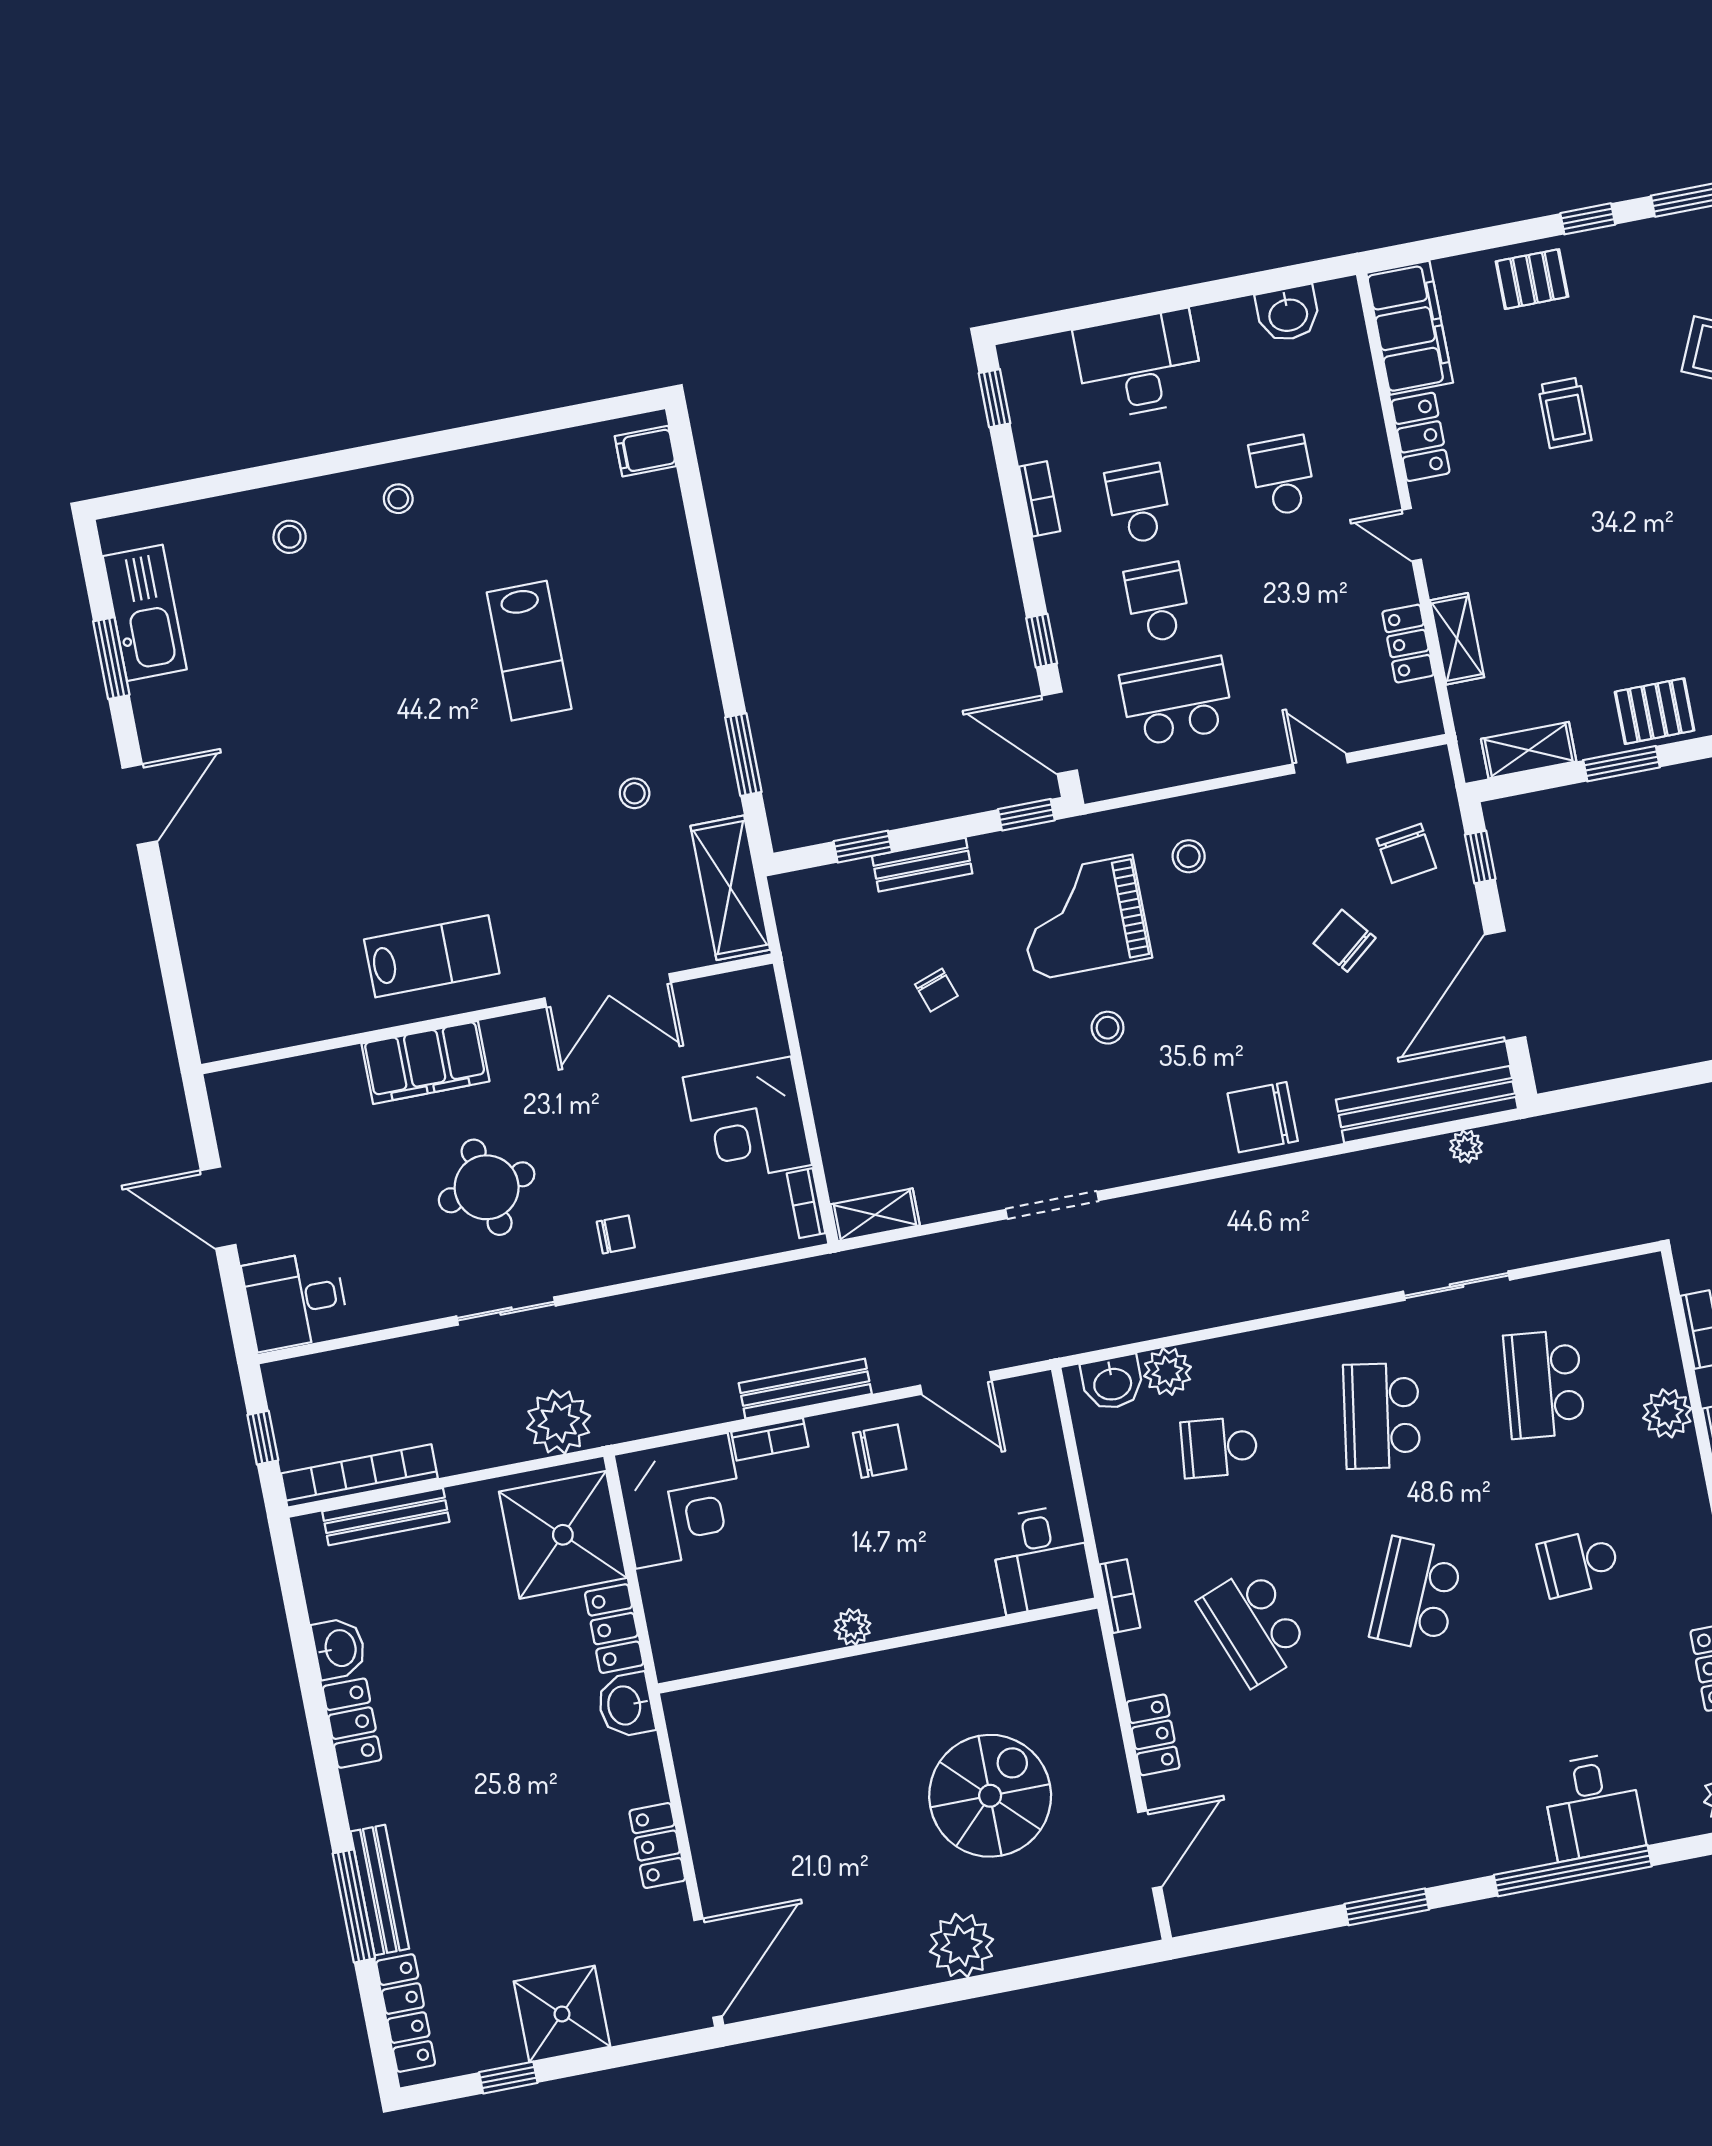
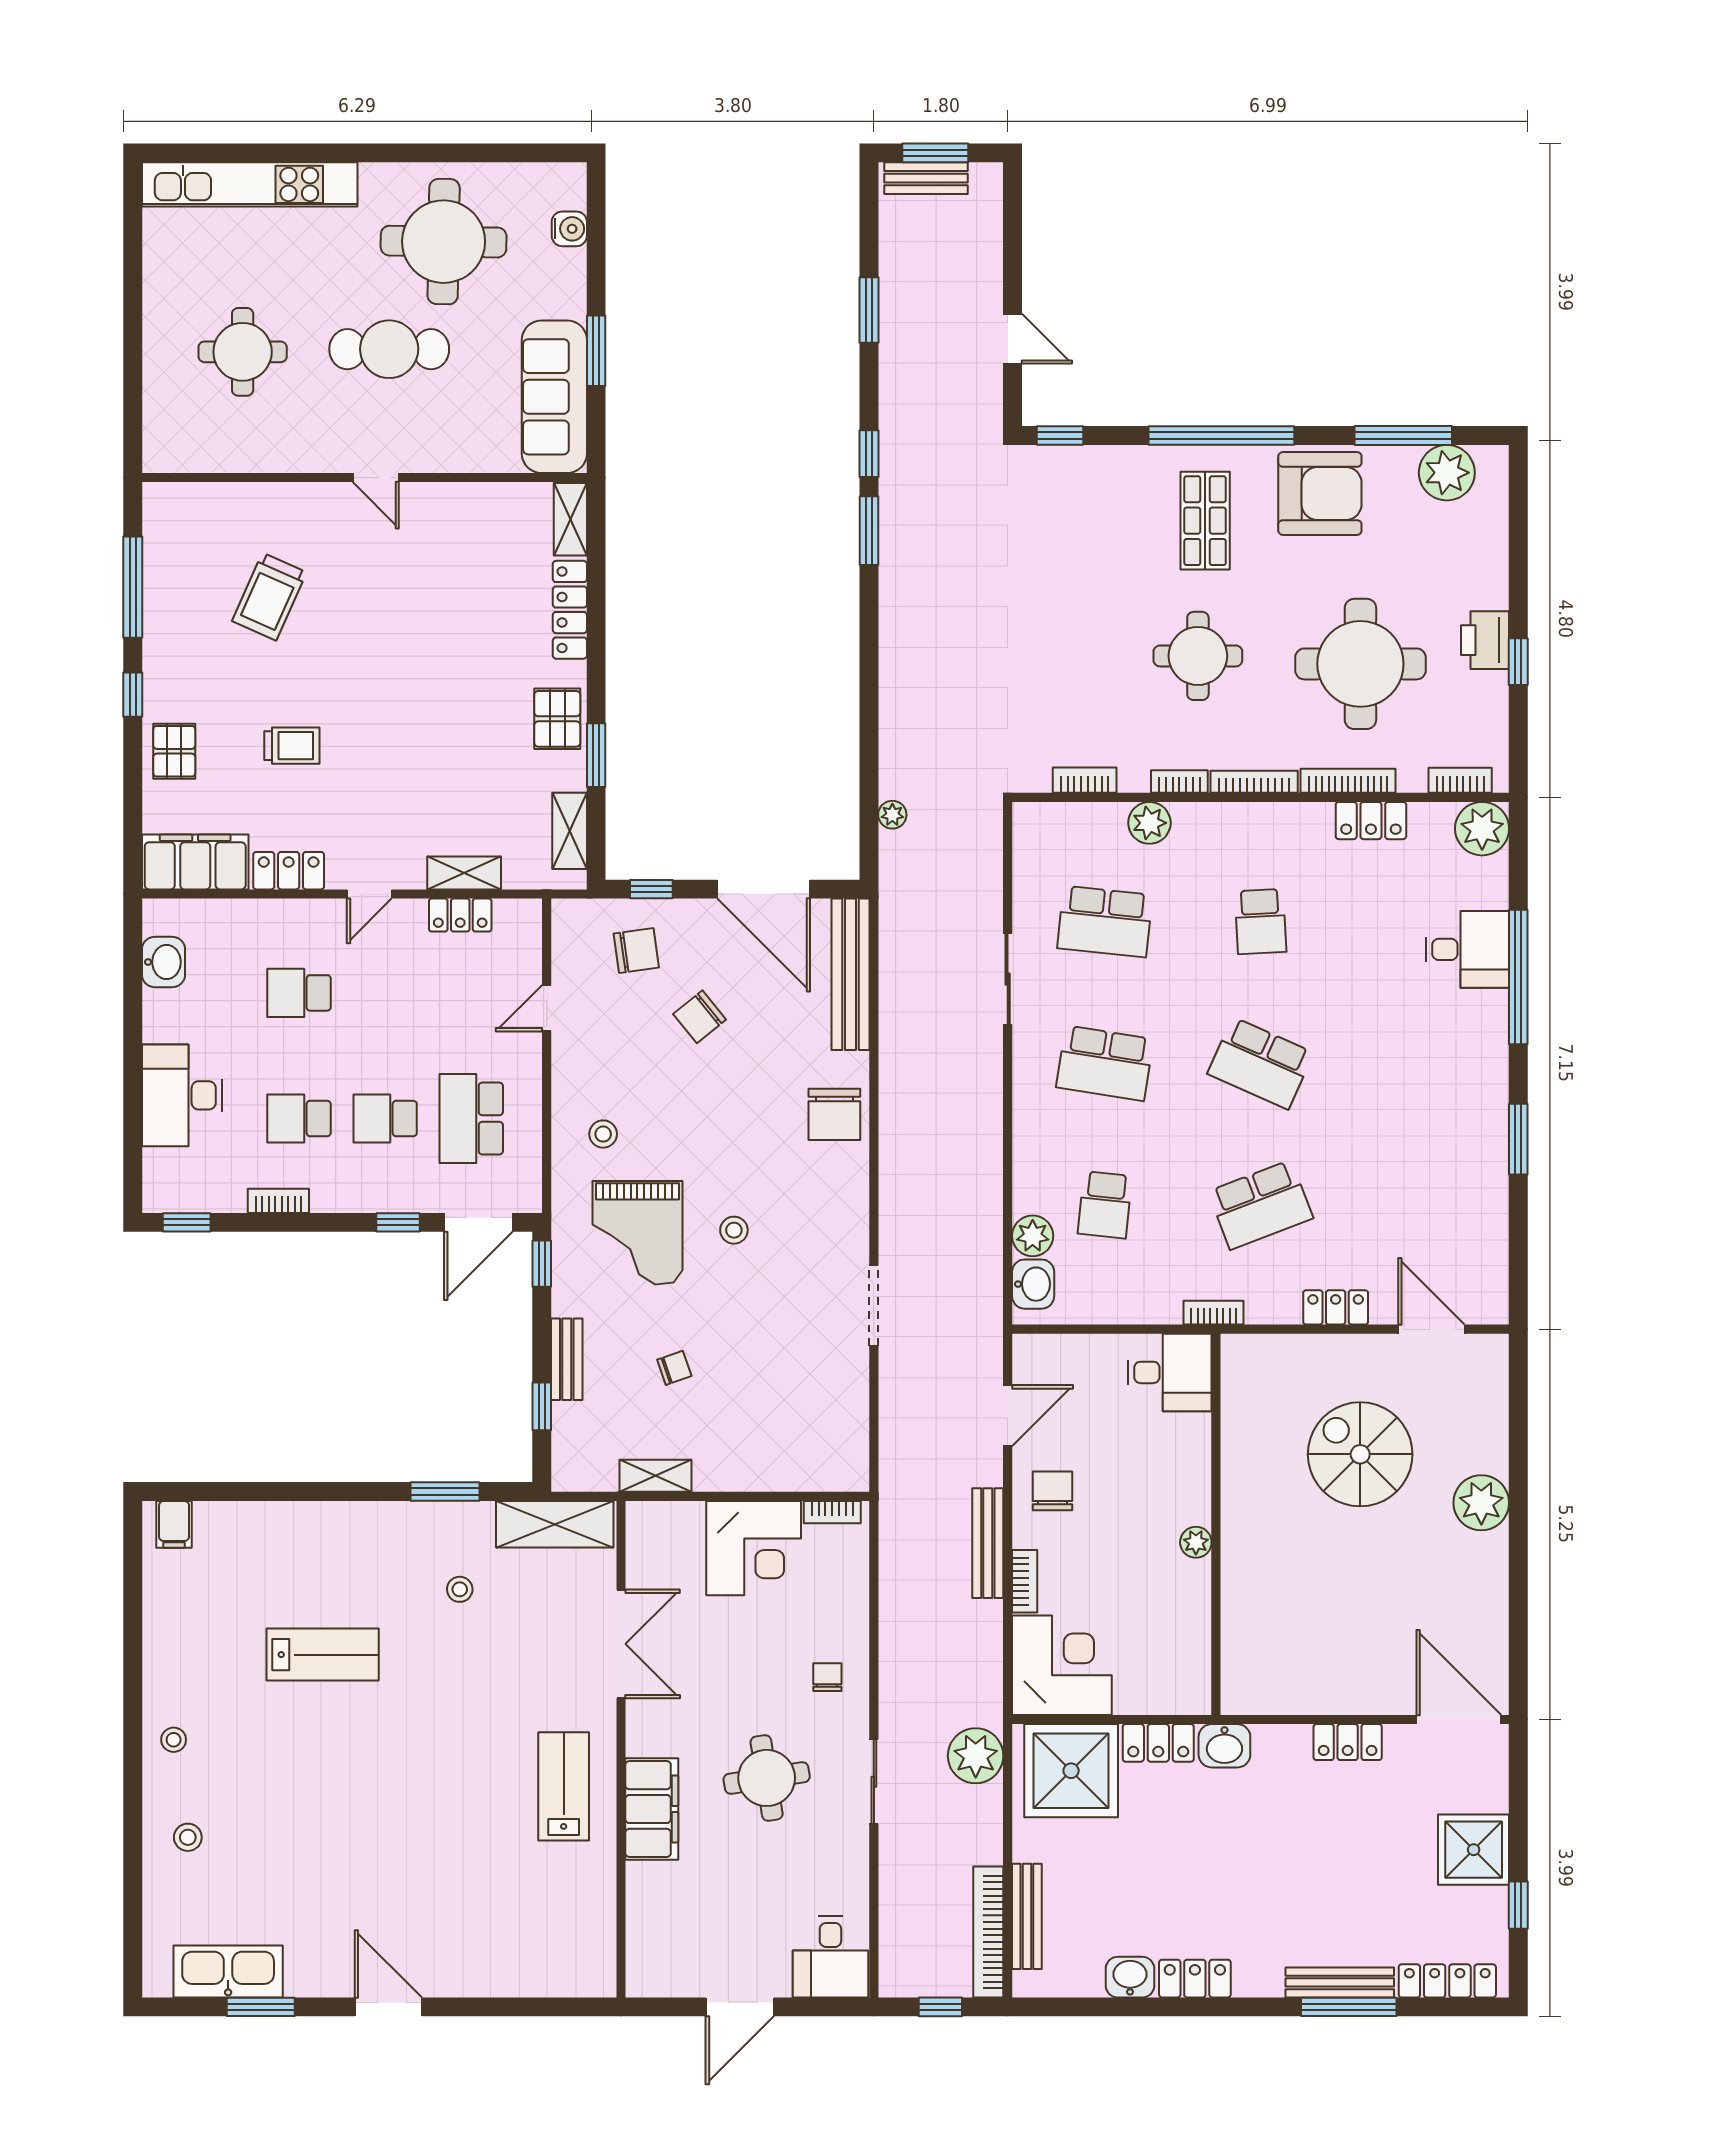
plant: (1466, 1147) -> (892, 815), moved
shelving: (875, 1215) -> (656, 1476), moved, turned 90

